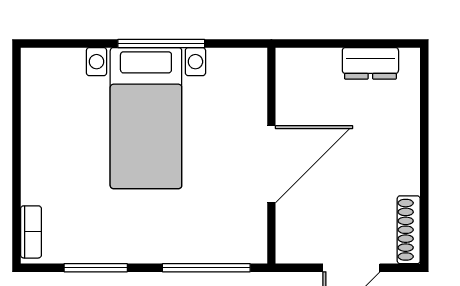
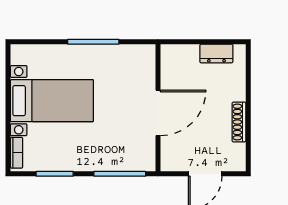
bed with nightstands: (146, 118) -> (52, 101), moved, turned -90
shoe rack: (409, 230) -> (239, 122), moved

